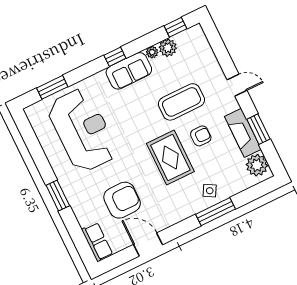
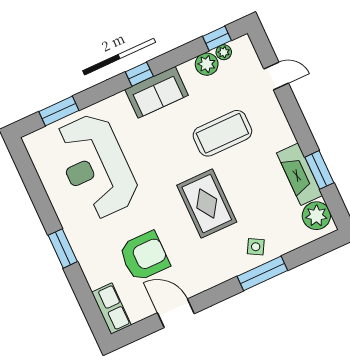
plant: (152, 52) -> (224, 52), moved
door: (237, 85) -> (276, 76), moved
reception desk: (82, 130) -> (96, 166), turned 180
armchair: (201, 136) -> (246, 177), removed

